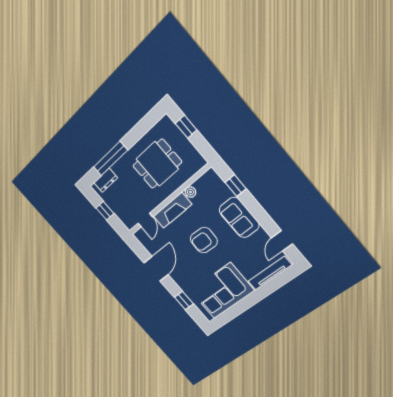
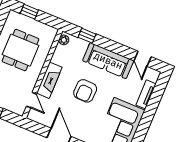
plant: (190, 192) -> (64, 40), moved
sofa: (239, 218) -> (108, 61), width x1.36
tv unit: (270, 273) -> (146, 94), width x0.71

